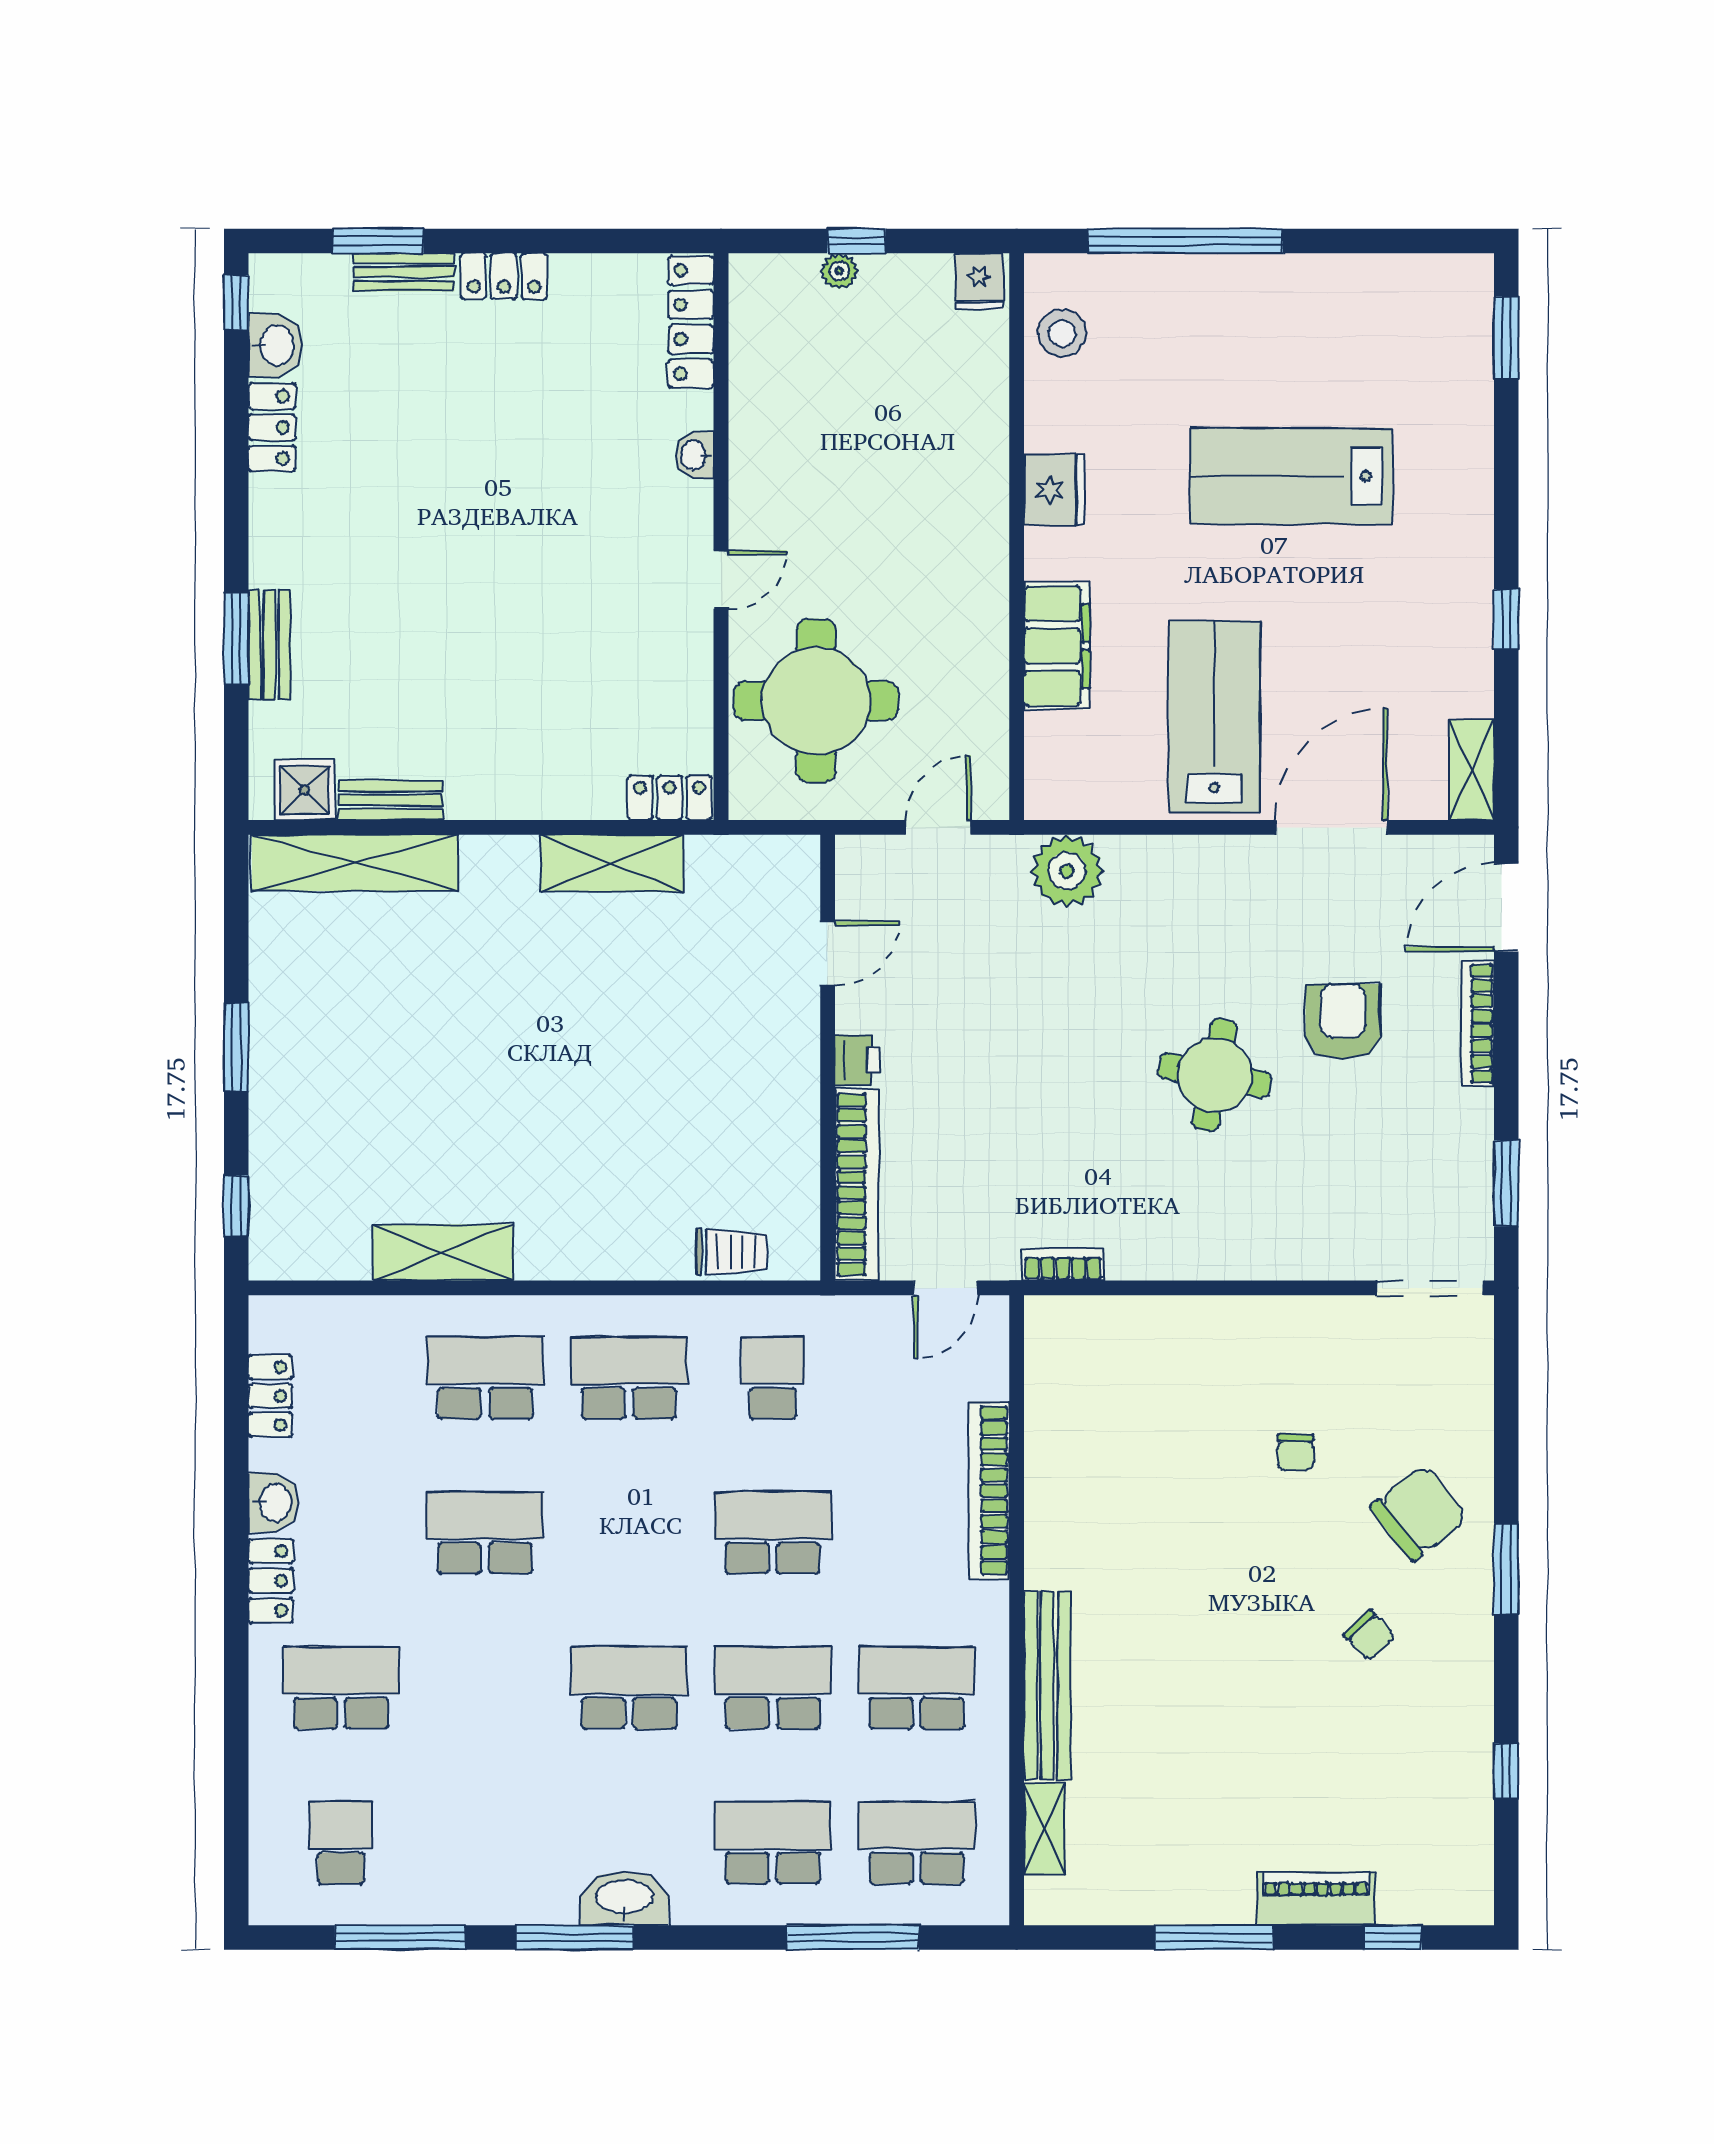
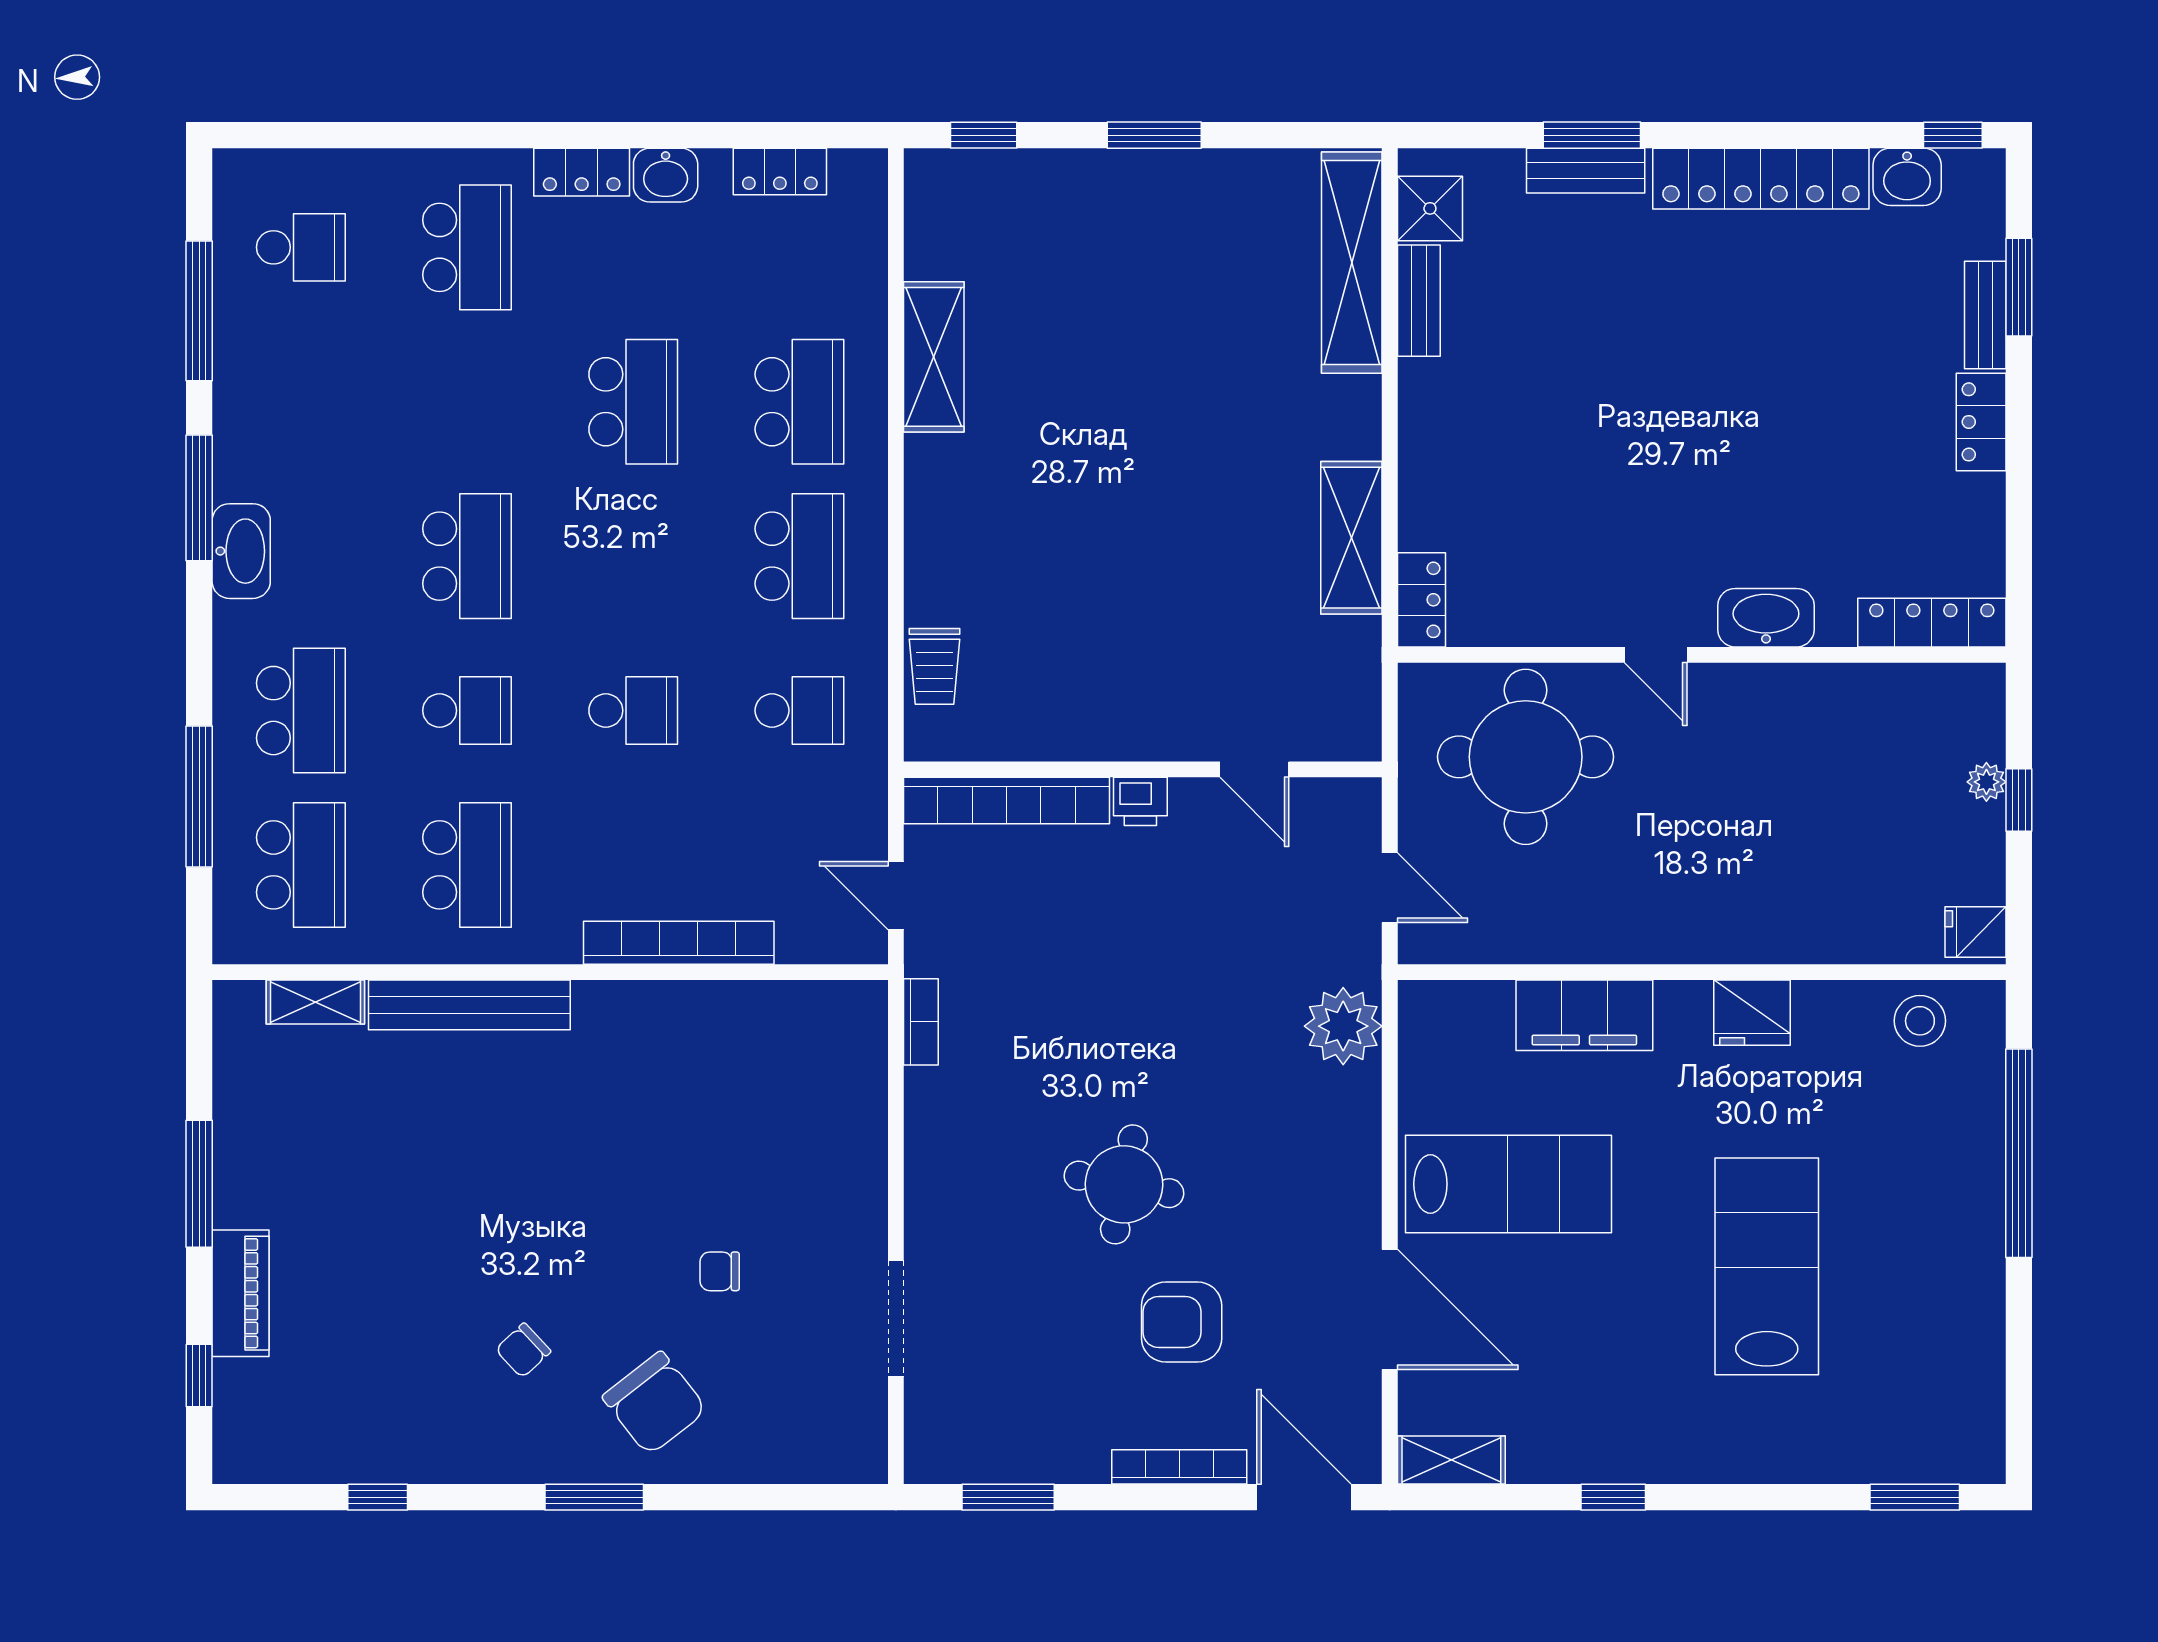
locker: (272, 427) -> (1761, 179), width x2.16, depth x1.21
washbasin: (695, 455) -> (1766, 618), width x1.91, depth x1.45
armchair: (1343, 1021) -> (1182, 1322), turned 180
doorway: (1430, 1288) -> (896, 1318), moved
school desk: (773, 1533) -> (633, 711), width x0.54
school desk: (773, 1688) -> (467, 711), width x0.54

